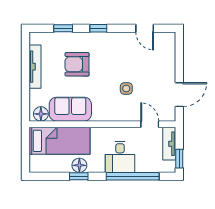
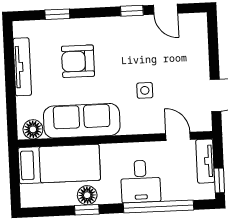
window: (98, 28) -> (132, 11), moved
sofa: (70, 109) -> (82, 121), width x1.36

